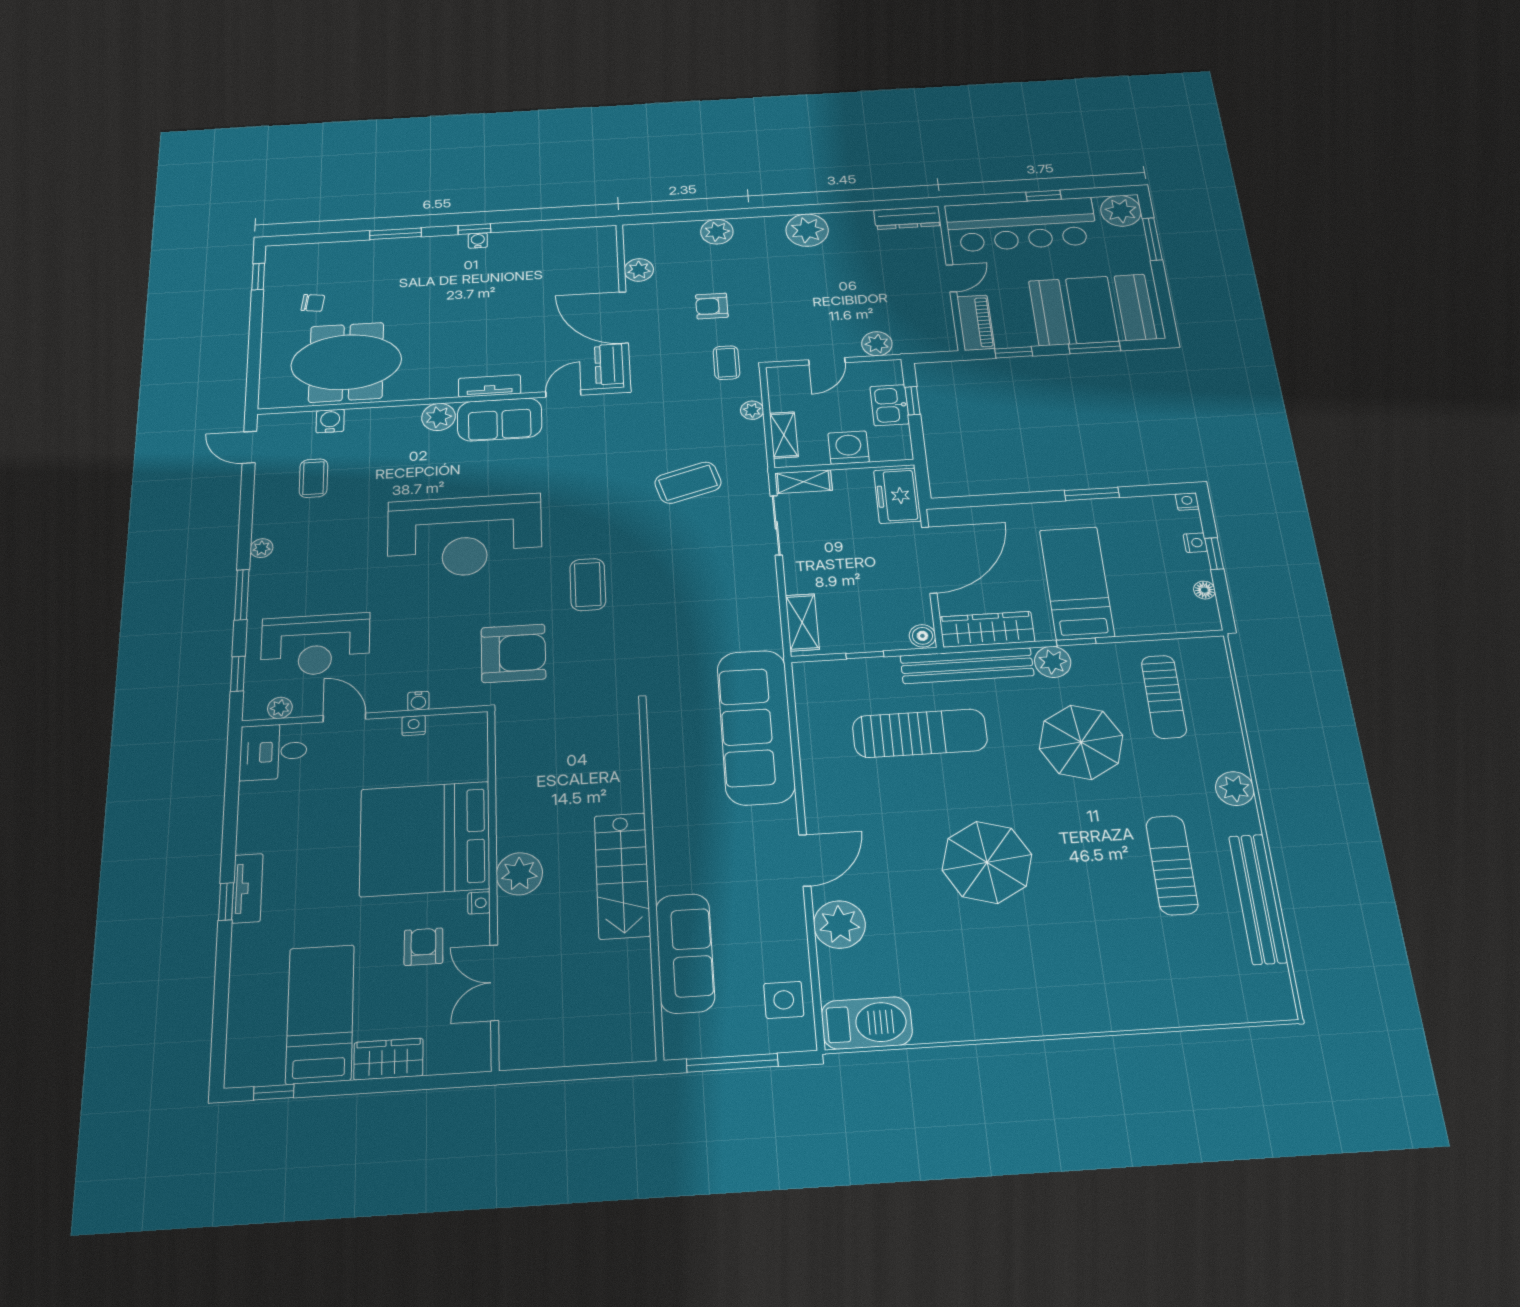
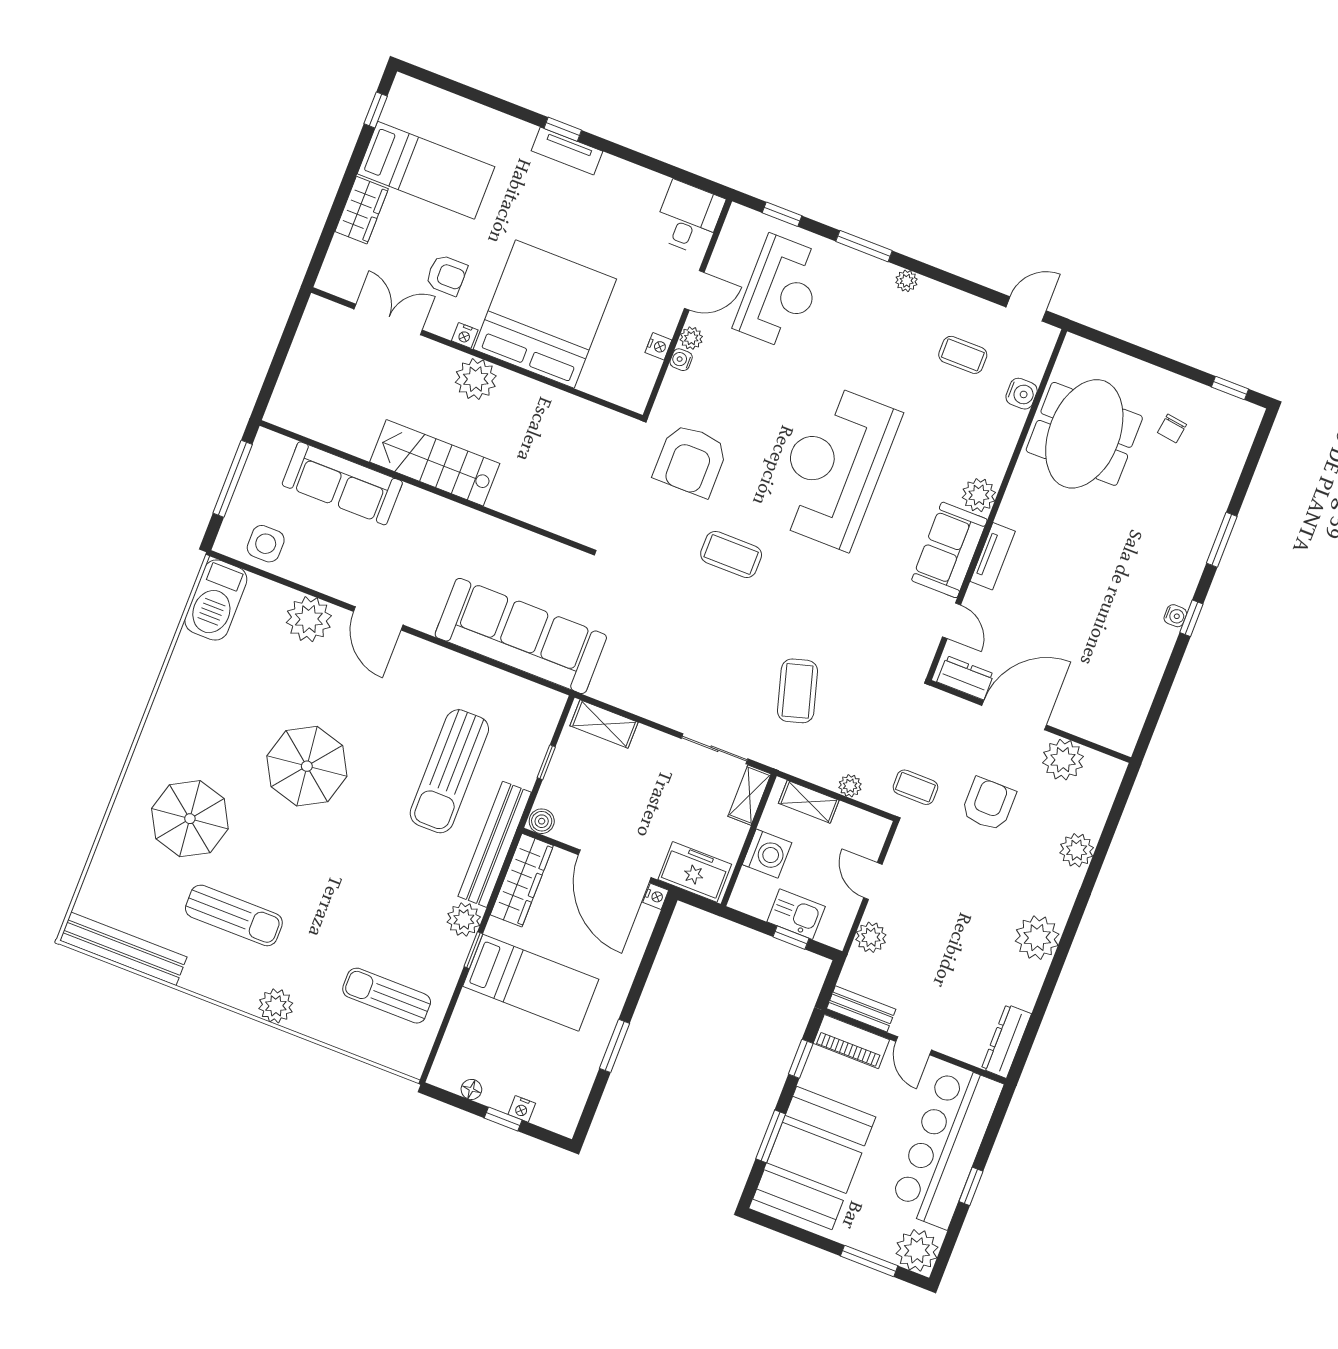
plant: (639, 270) -> (1063, 760), width x1.36, depth x1.36
armchair: (712, 306) -> (988, 804), width x1.38, depth x1.38
bench: (943, 327) -> (861, 1009), added
nightstand: (1187, 502) -> (656, 896), moved
reception desk: (315, 645) -> (781, 292), turned 180
plant: (280, 708) -> (691, 338), moved
parasol: (1081, 742) -> (190, 819), moved
bench: (1258, 899) -> (123, 949), moved

